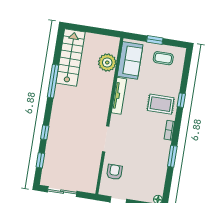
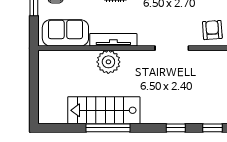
stairs: (70, 58) -> (104, 110), moved
plant: (107, 62) -> (108, 62), moved
armchair: (114, 172) -> (212, 30), turned 86

